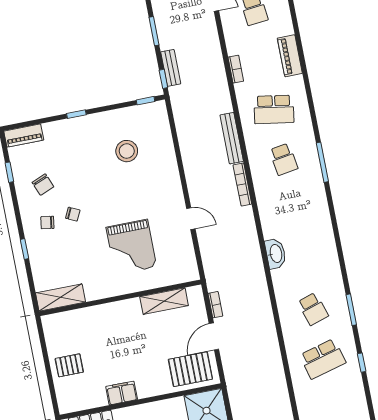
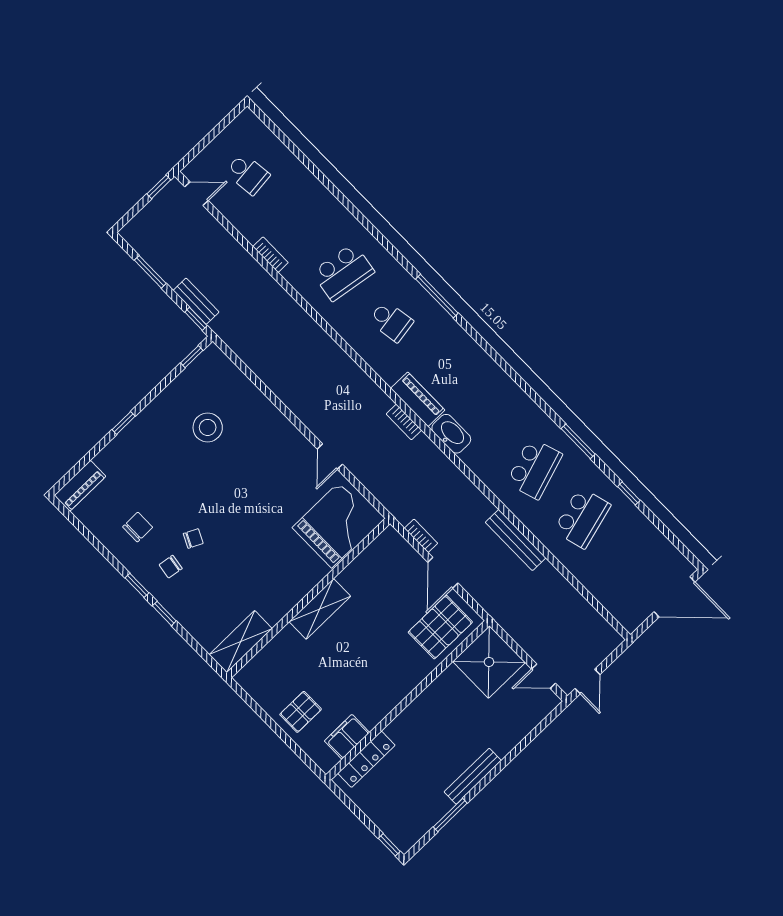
piano: (290, 56) -> (418, 399), moved, turned 180
bench: (232, 138) -> (516, 540), moved
window: (9, 172) -> (137, 585), moved
bookcase: (242, 184) -> (404, 422), moved, width x0.64
chair: (43, 185) -> (138, 527), turned -68
door: (191, 219) -> (330, 457), swing flipped
grand piano: (131, 247) -> (335, 525), moved, turned -90
shelving: (164, 301) -> (320, 609), moved
school desk: (313, 309) -> (534, 469), width x1.85
filing cabinet: (122, 393) -> (347, 737), moved

